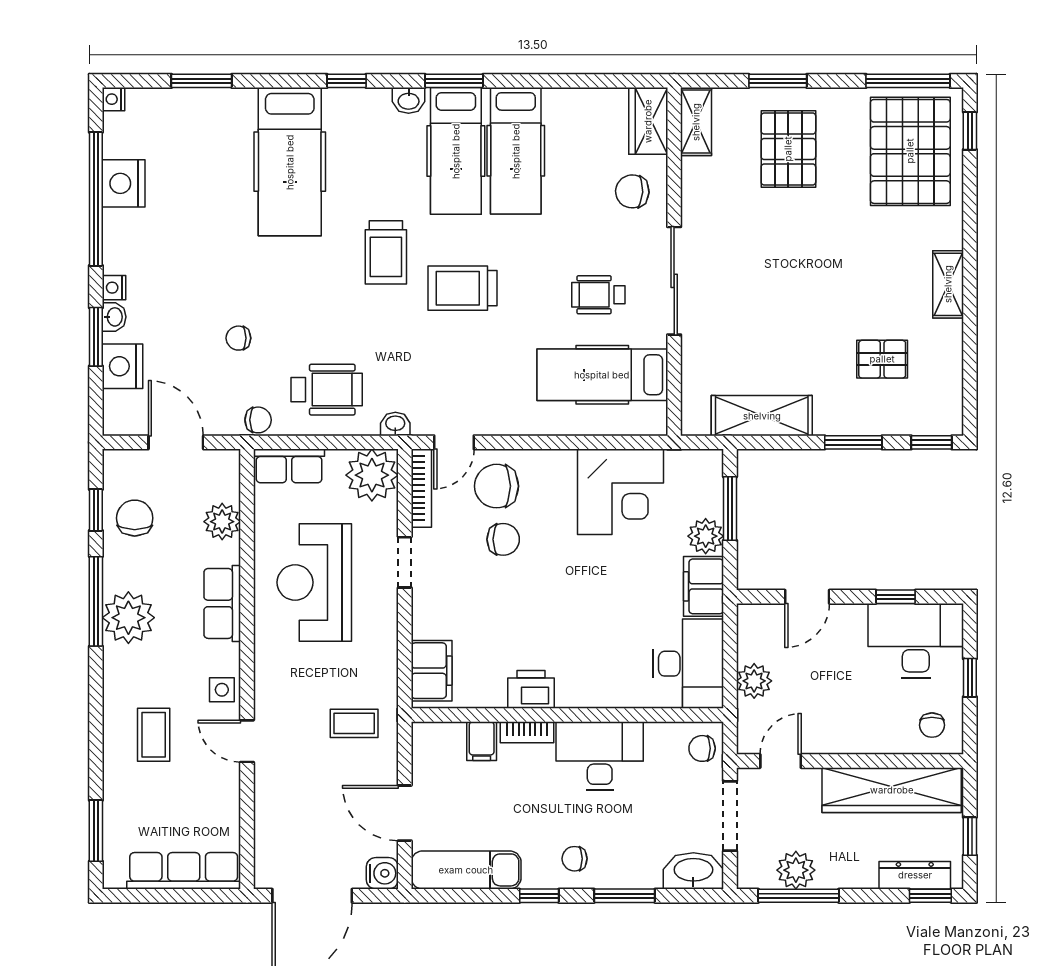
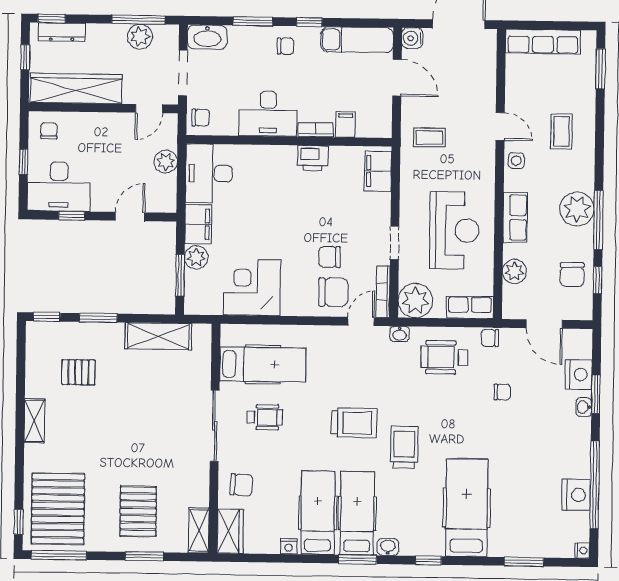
nightstand: (114, 288) -> (289, 546), moved, turned 90

